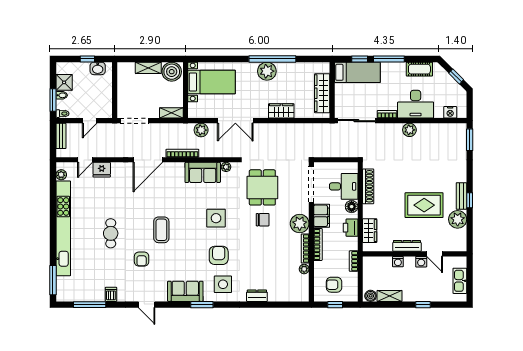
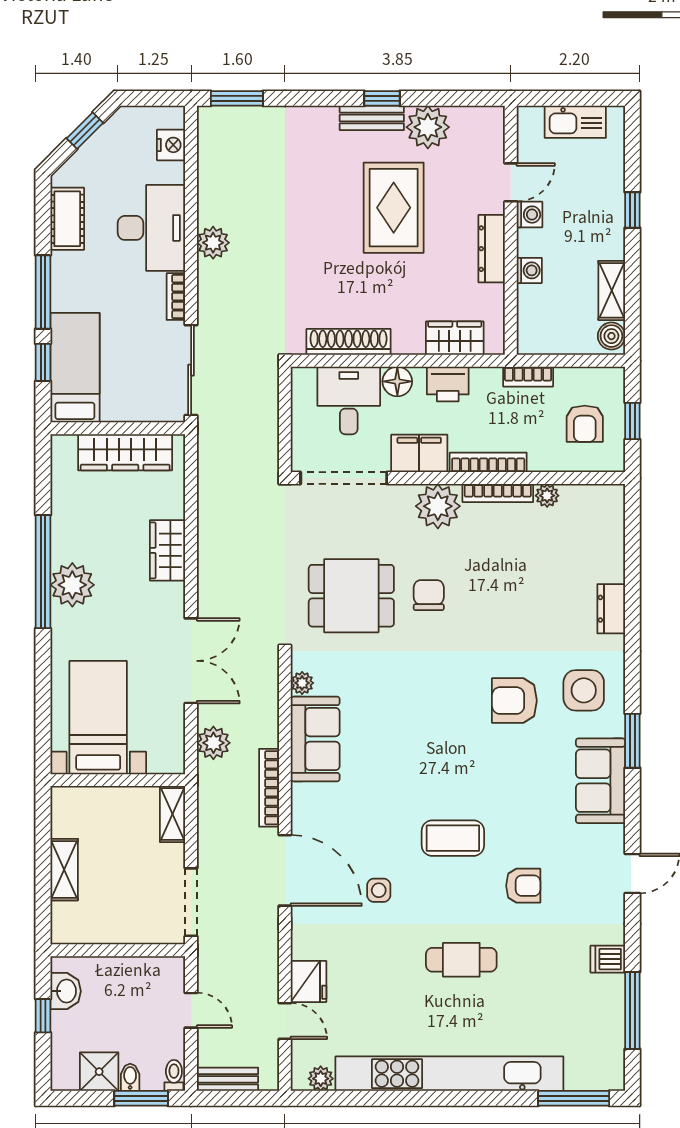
boiler: (172, 72) -> (73, 813), removed
side table: (216, 218) -> (379, 890), moved, width x0.54, depth x0.54

